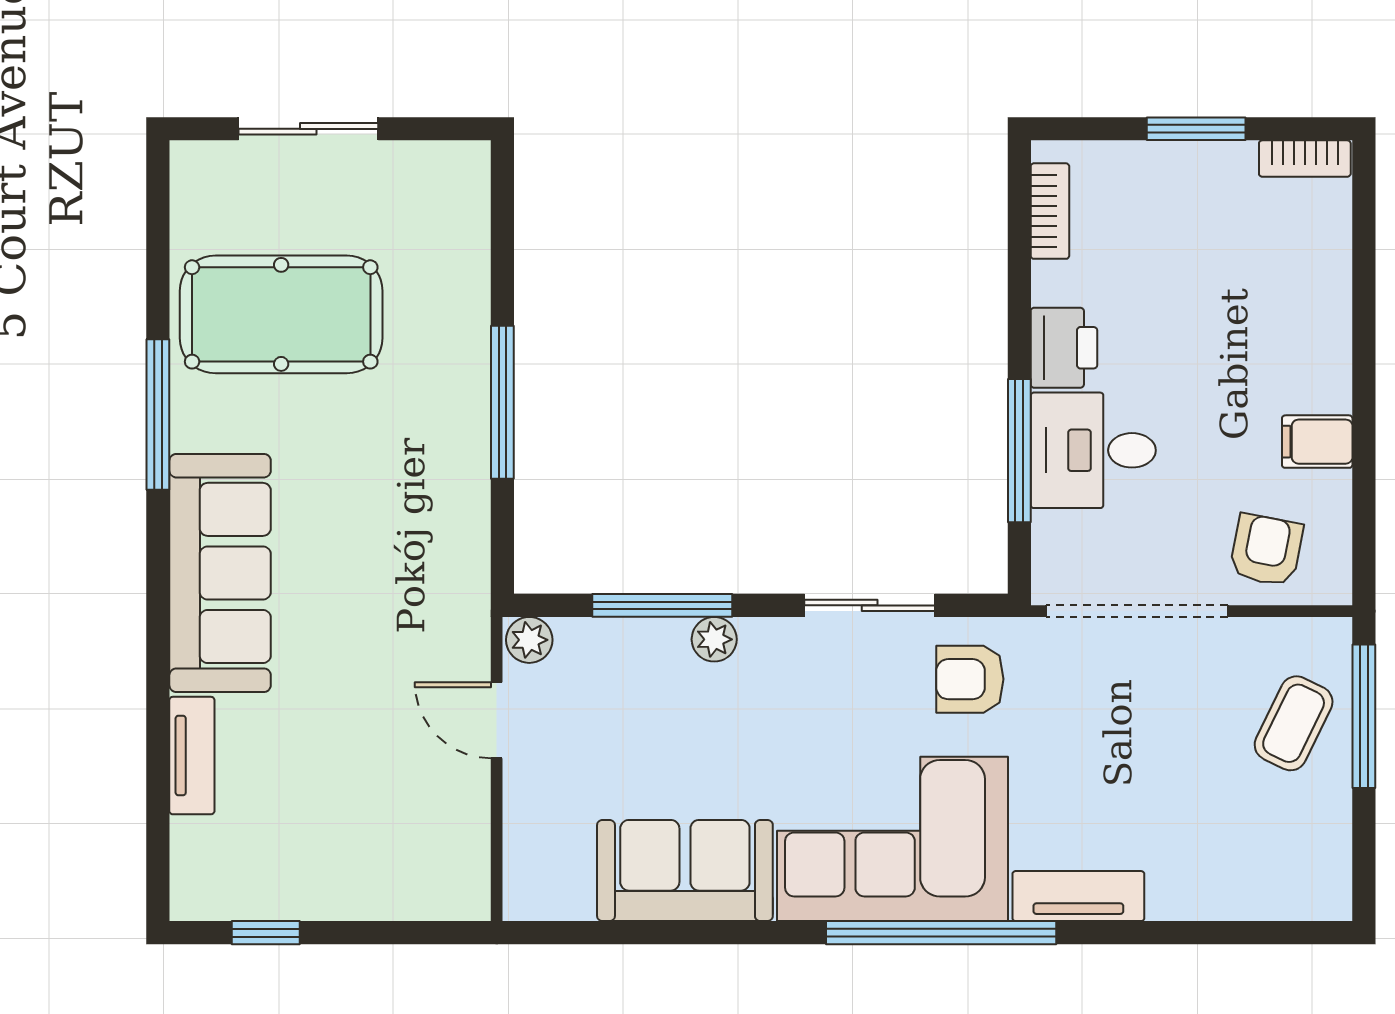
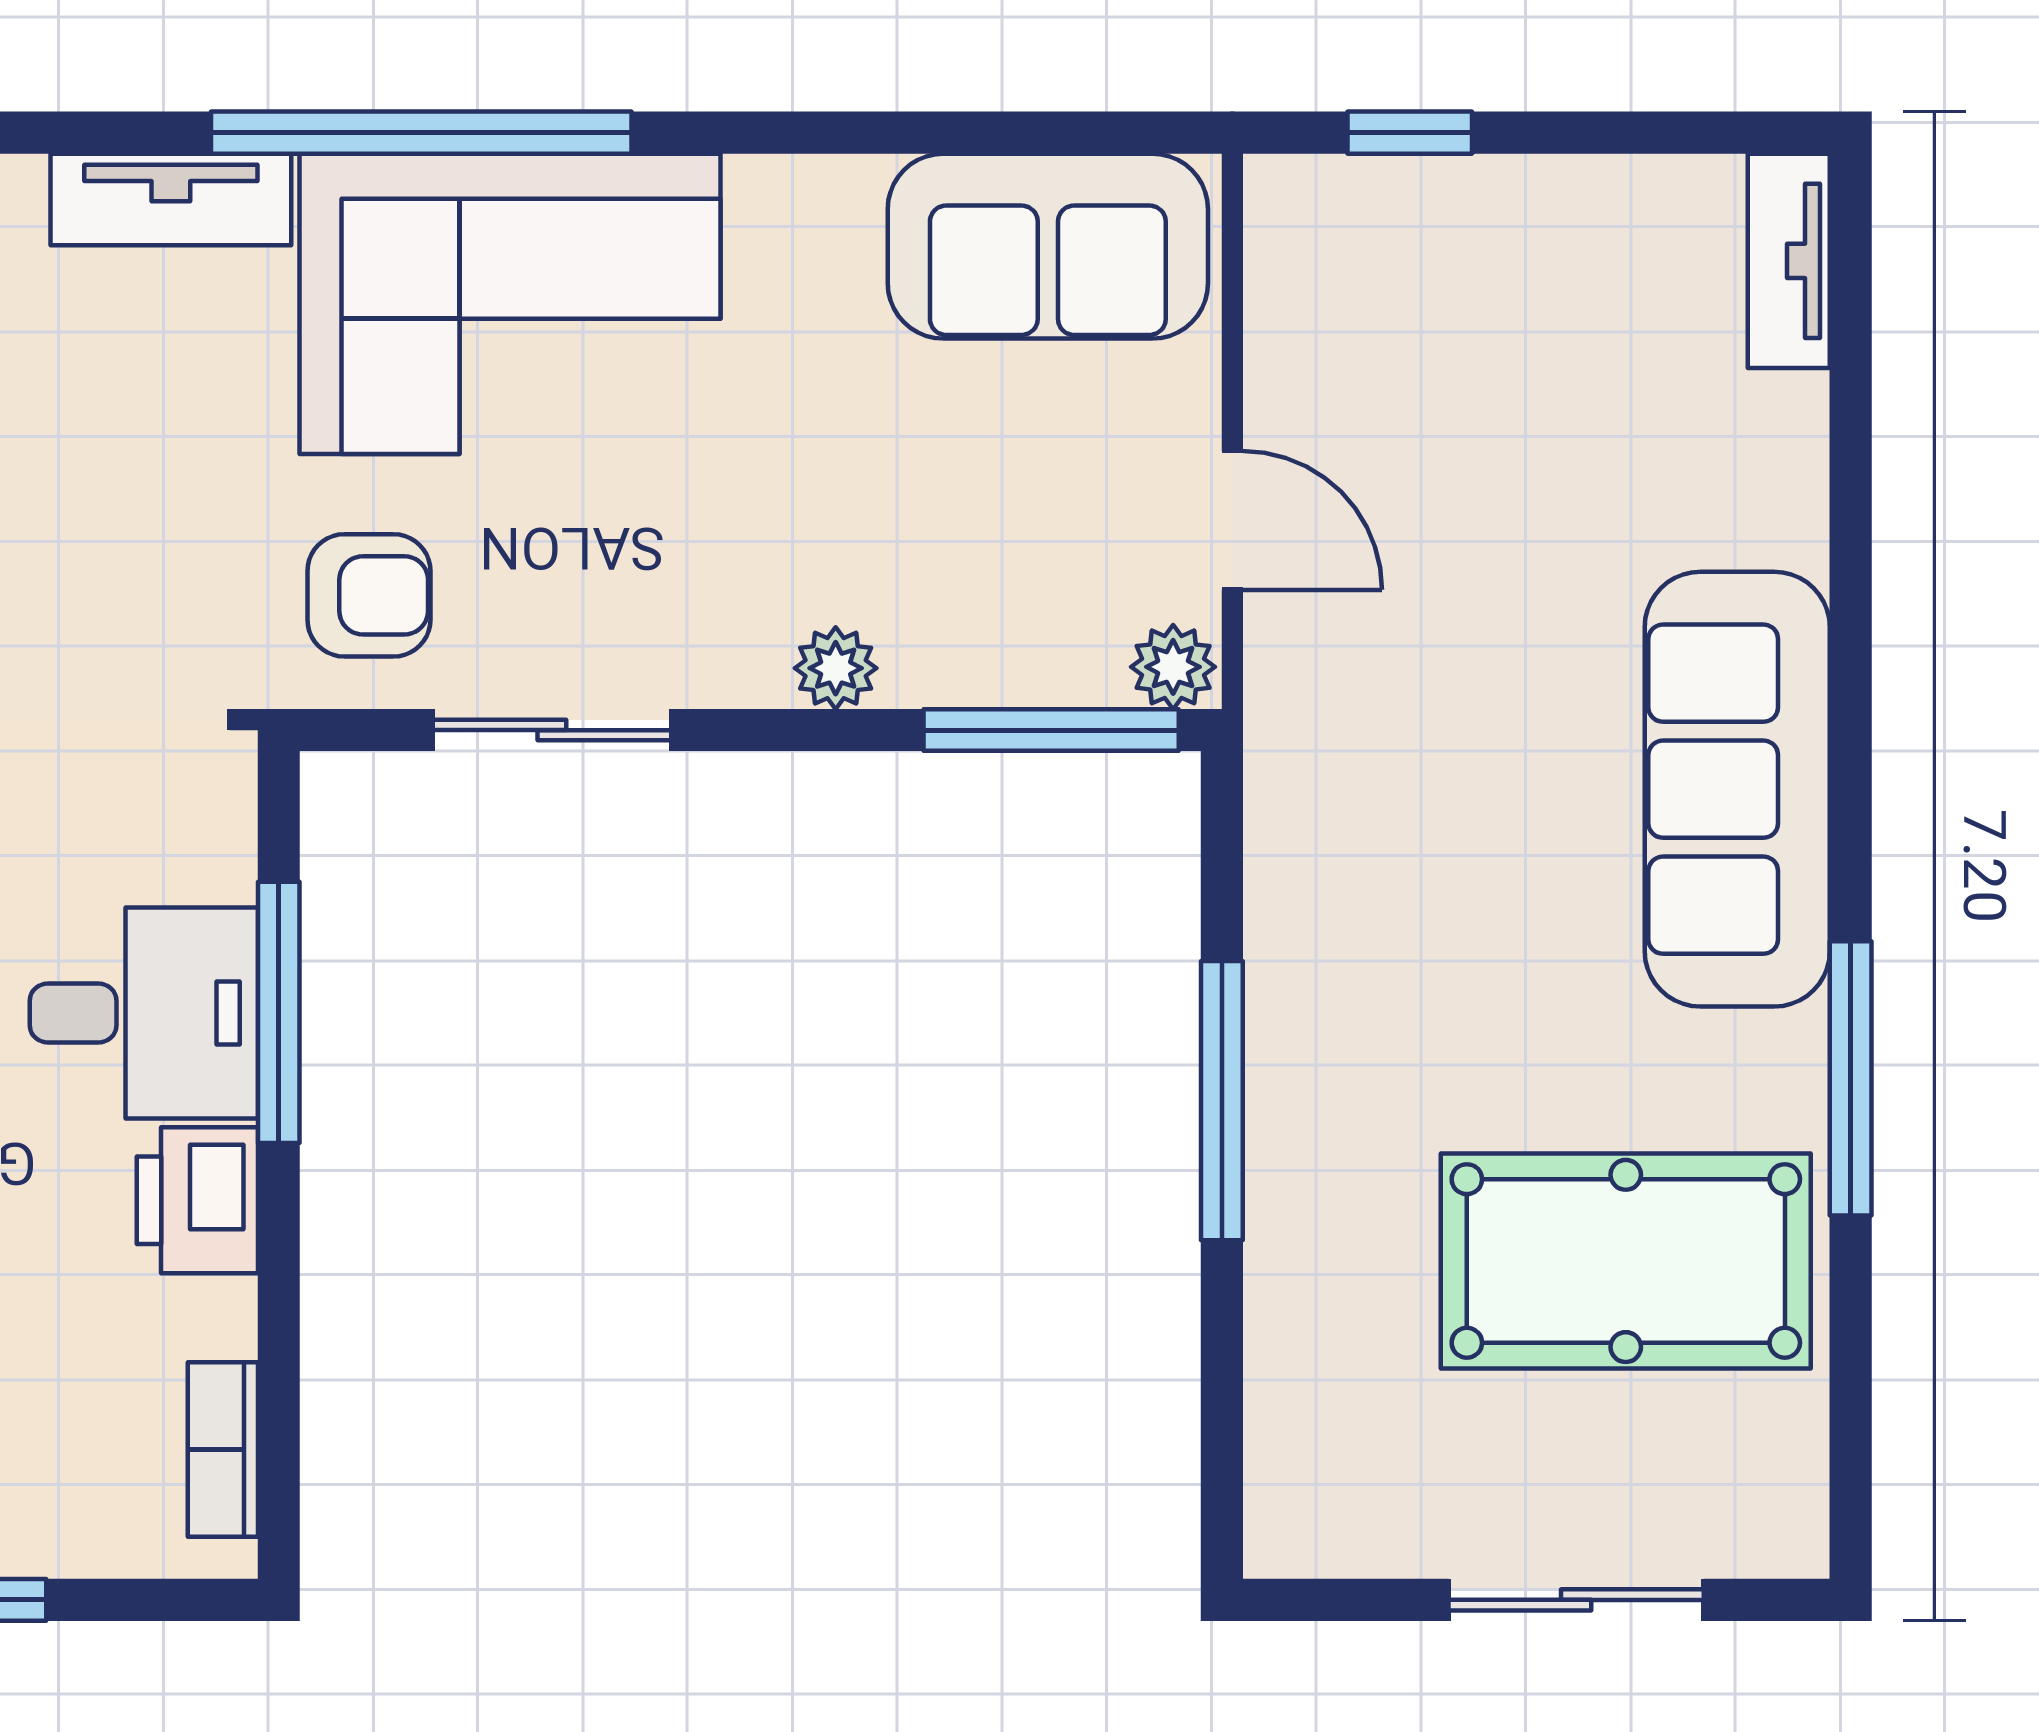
window: (662, 605) -> (1051, 730), moved
tv unit: (192, 756) -> (1789, 261), moved
sofa: (685, 870) -> (1048, 246), moved
window: (266, 933) -> (1410, 133), moved

